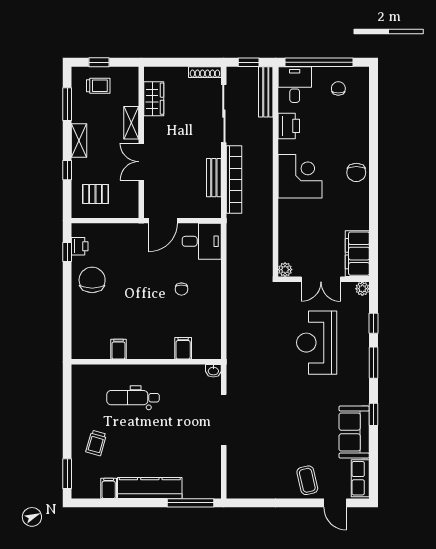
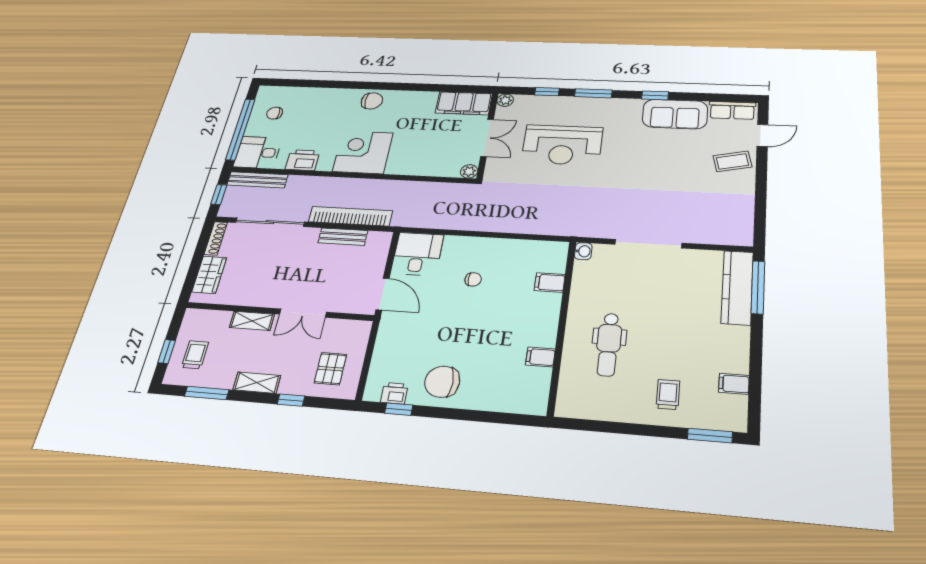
wardrobe: (154, 99) -> (209, 275), moved, turned 90
trolley: (96, 443) -> (668, 394), turned -106
kitchen counter: (150, 488) -> (737, 287), moved

